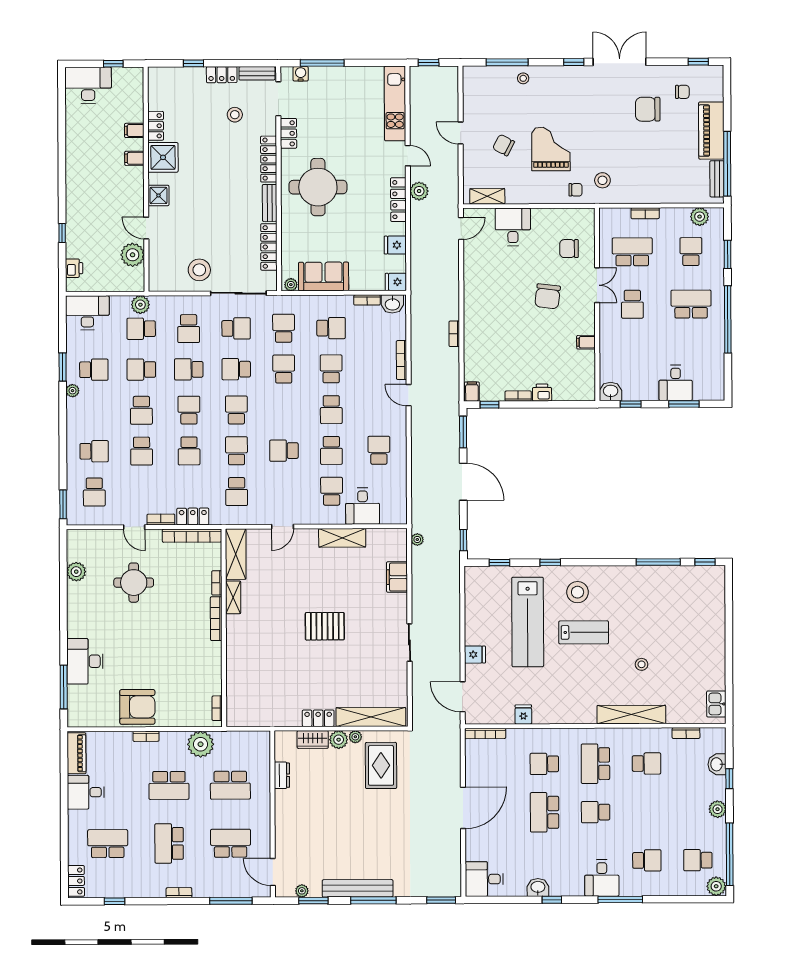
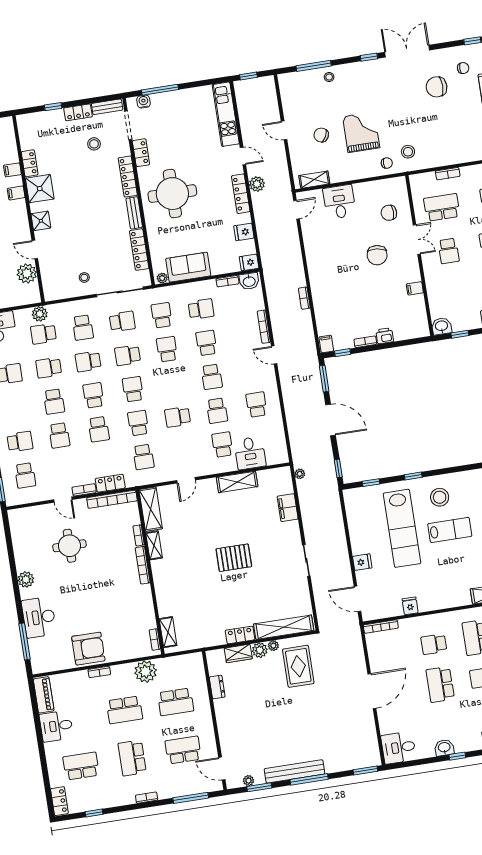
stool: (199, 270) -> (84, 277), width x0.53, depth x0.53
plant: (76, 572) -> (26, 579), moved
shelving: (234, 702) -> (168, 632), added

